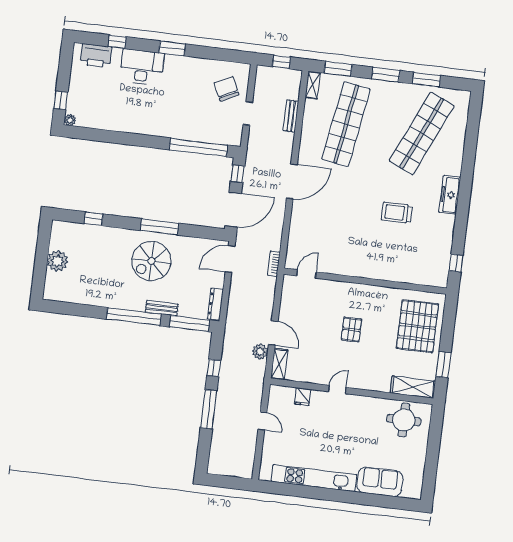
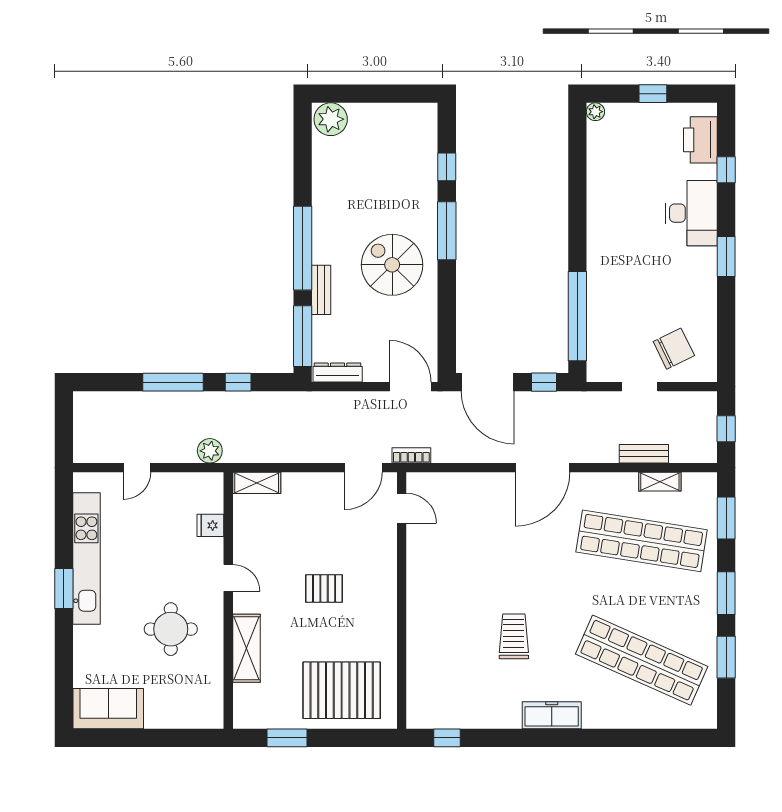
shelving: (313, 85) -> (660, 482), moved
window: (61, 100) -> (653, 94), moved
door: (292, 181) -> (543, 468), hinge flipped
window: (159, 227) -> (447, 231), moved
plant: (58, 261) -> (331, 119), moved
door: (273, 333) -> (363, 468), moved
plant: (260, 352) -> (210, 451), moved
shelving: (413, 387) -> (246, 648), moved
round table: (404, 420) -> (171, 629), moved
door: (262, 421) -> (137, 468), moved
sofa: (380, 482) -> (108, 709), moved, turned -90
window: (331, 495) -> (64, 589), added

